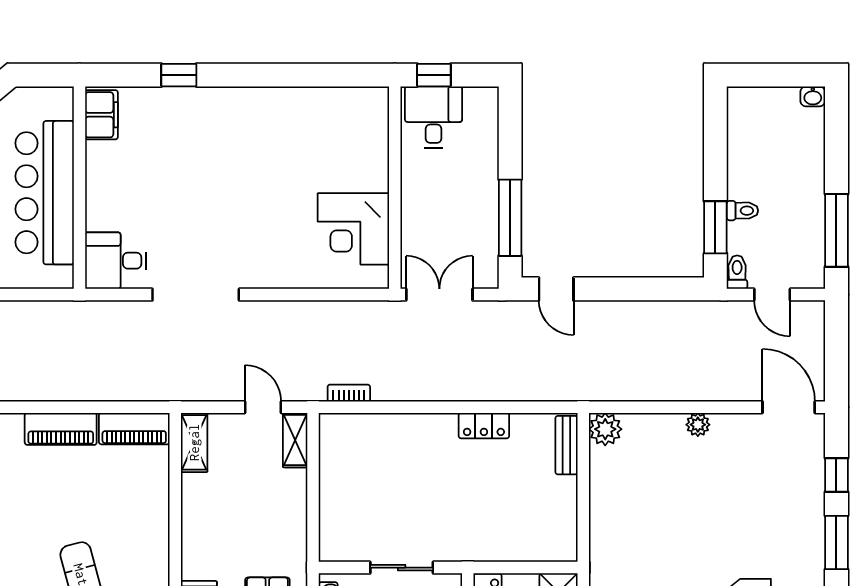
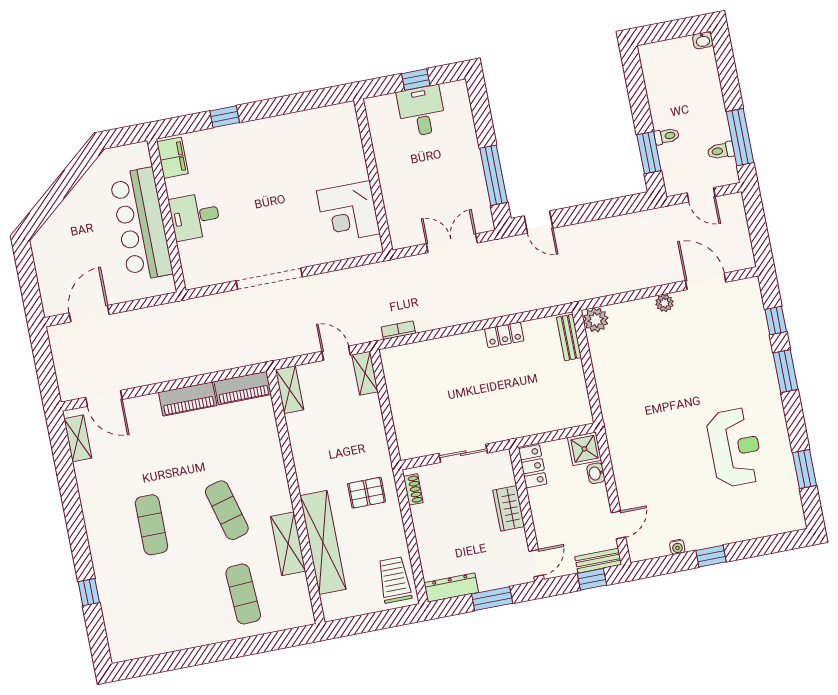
wall: (395, 188) -> (373, 175), moved
corner desk: (353, 229) -> (348, 212), moved
desk: (116, 261) -> (195, 216), moved
toilet: (737, 272) -> (721, 151), moved, turned -90
door: (789, 407) -> (706, 281), moved

